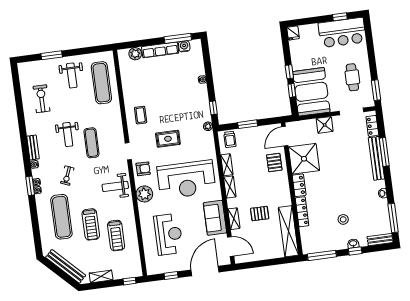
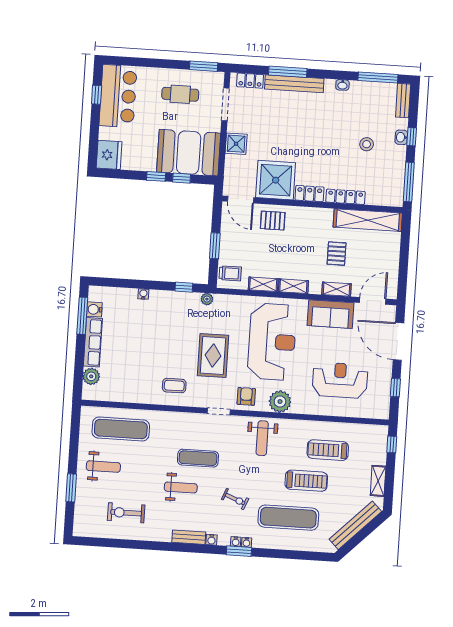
fridge: (293, 33) -> (109, 155), width x1.88, depth x1.34
rug: (168, 139) -> (213, 356), width x1.36, depth x1.43
treadmill: (116, 236) -> (328, 450), turned 180

